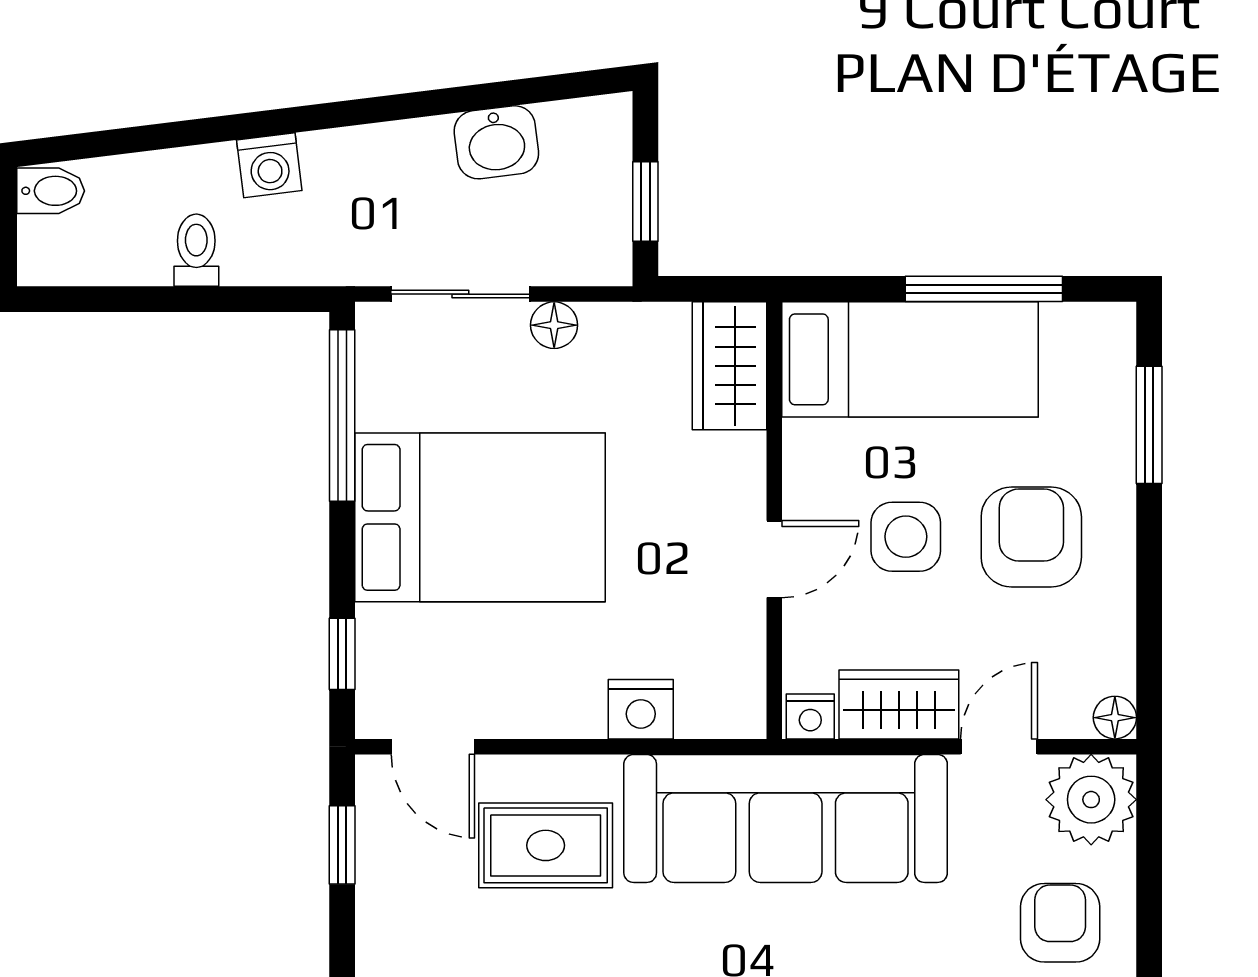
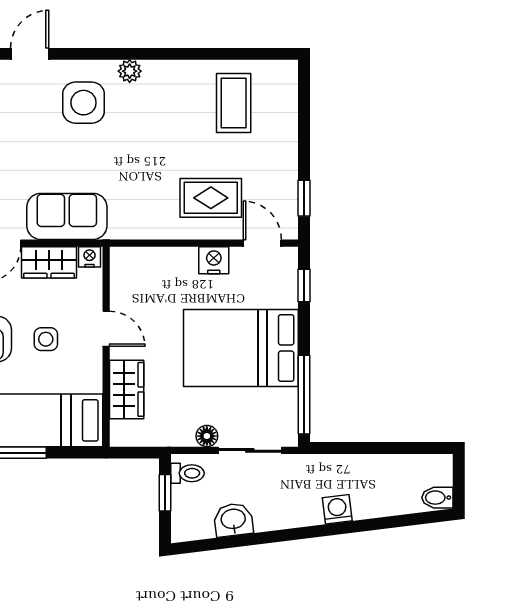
toilet: (196, 250) -> (187, 473), moved, turned -90
wardrobe: (729, 366) -> (127, 389), moved
side table: (906, 537) -> (46, 339), width x0.73, depth x0.73
door: (774, 559) -> (106, 329), swing flipped
nightstand: (641, 709) -> (214, 260), moved
sofa: (786, 818) -> (67, 216), width x0.54, depth x0.79

